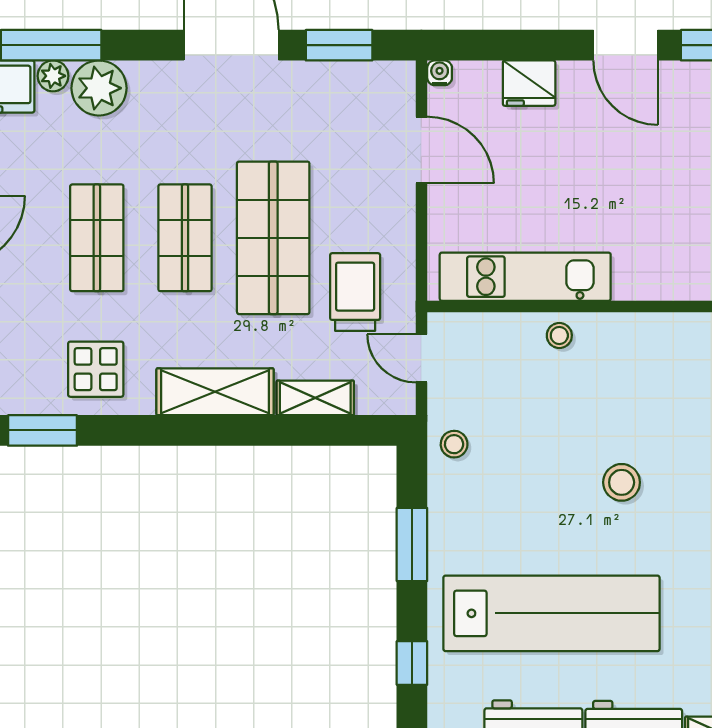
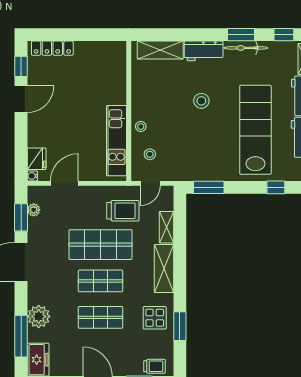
plant: (53, 76) -> (34, 210), moved
fridge: (529, 83) -> (37, 159), moved
trolley: (355, 292) -> (123, 211), turned 180
window: (43, 430) -> (180, 326), moved
stool: (454, 444) -> (150, 154), moved
window: (412, 544) -> (209, 187), moved

